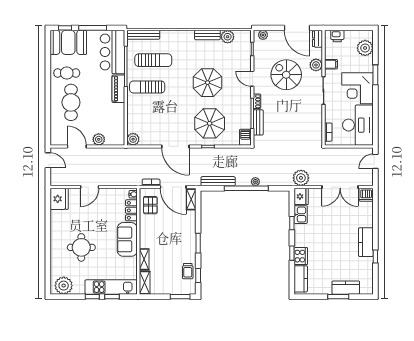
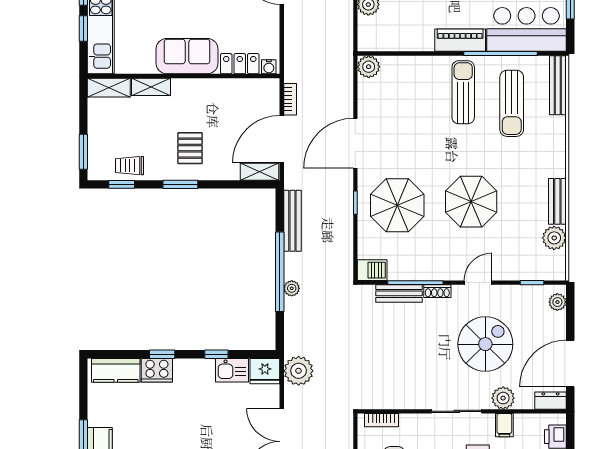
pallet: (150, 205) -> (190, 148), moved, turned 90

